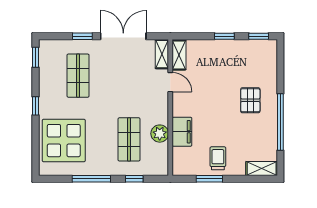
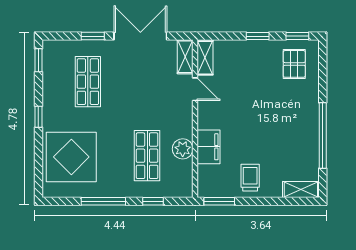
pallet: (250, 100) -> (294, 64), moved
window: (209, 179) -> (219, 201), moved

